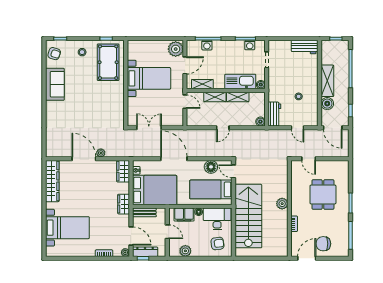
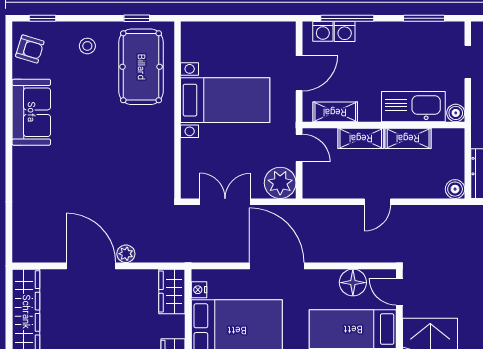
washing machine: (250, 45) -> (323, 31), moved
plant: (176, 49) -> (280, 183), moved

